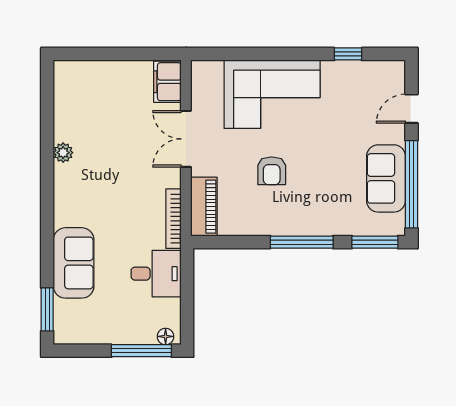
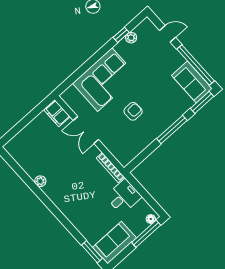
plant: (358, 70) -> (131, 38), added
door: (412, 109) -> (168, 34), swing flipped
armchair: (272, 171) -> (133, 111), turned -92
sofa: (386, 178) -> (192, 82), moved
piano: (204, 207) -> (118, 151), removed
sofa: (74, 263) -> (114, 243), moved, turned -90

